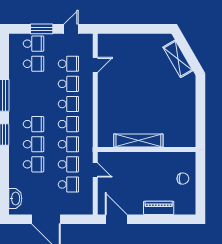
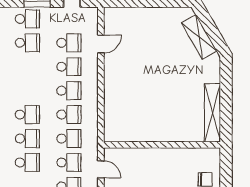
shelving: (138, 140) -> (212, 113), moved, turned 90

